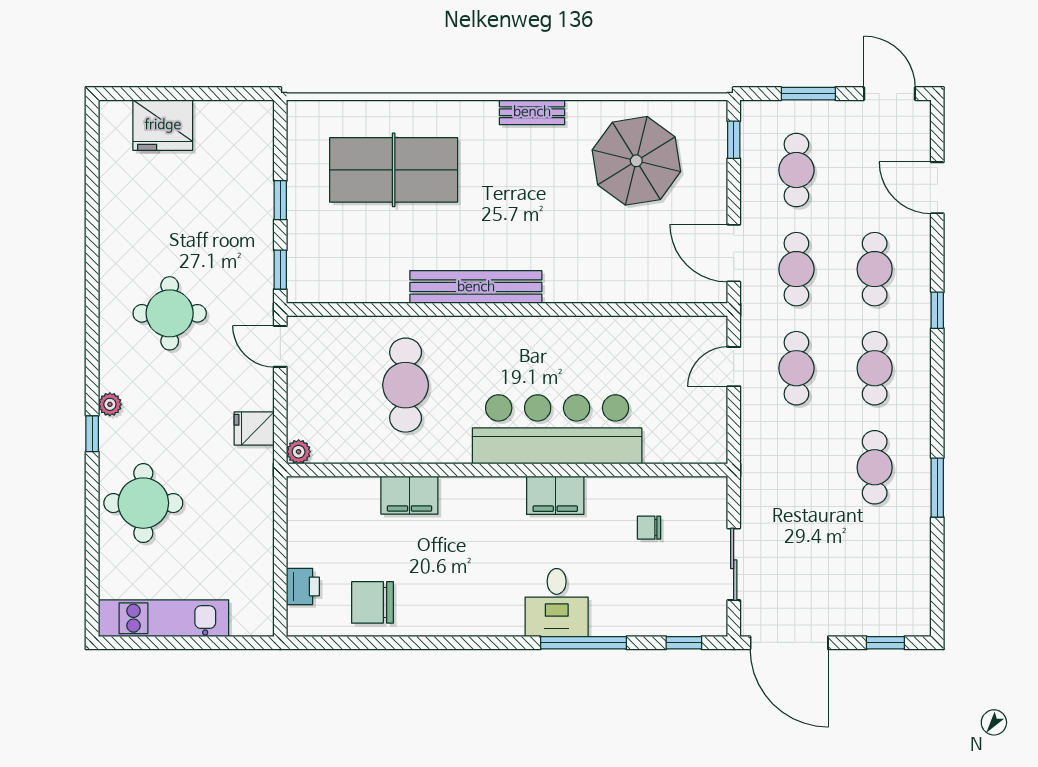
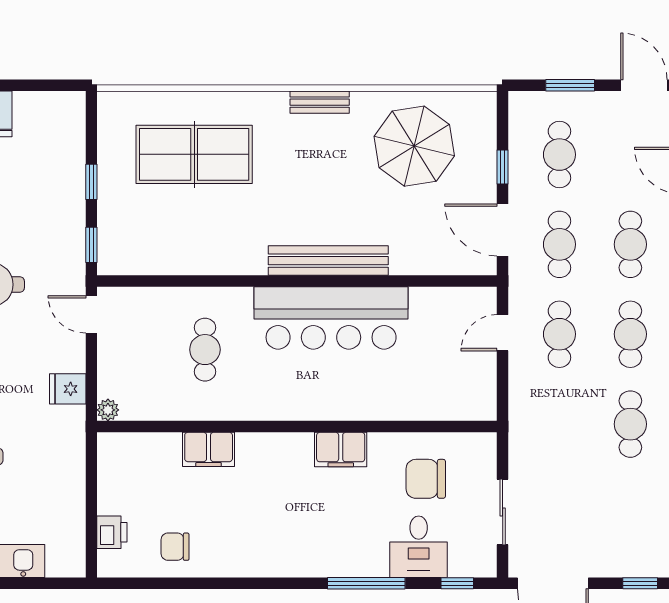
window: (734, 140) -> (503, 167), moved
bench: (476, 287) -> (328, 261), moved
cafe table: (406, 385) -> (205, 350), width x0.73, depth x0.74
bar counter: (557, 429) -> (331, 318), moved, turned 180
chair: (649, 528) -> (426, 479), width x1.87, depth x1.87
chair: (373, 602) -> (175, 547), width x0.73, depth x0.73
desk: (557, 603) -> (419, 547), moved

